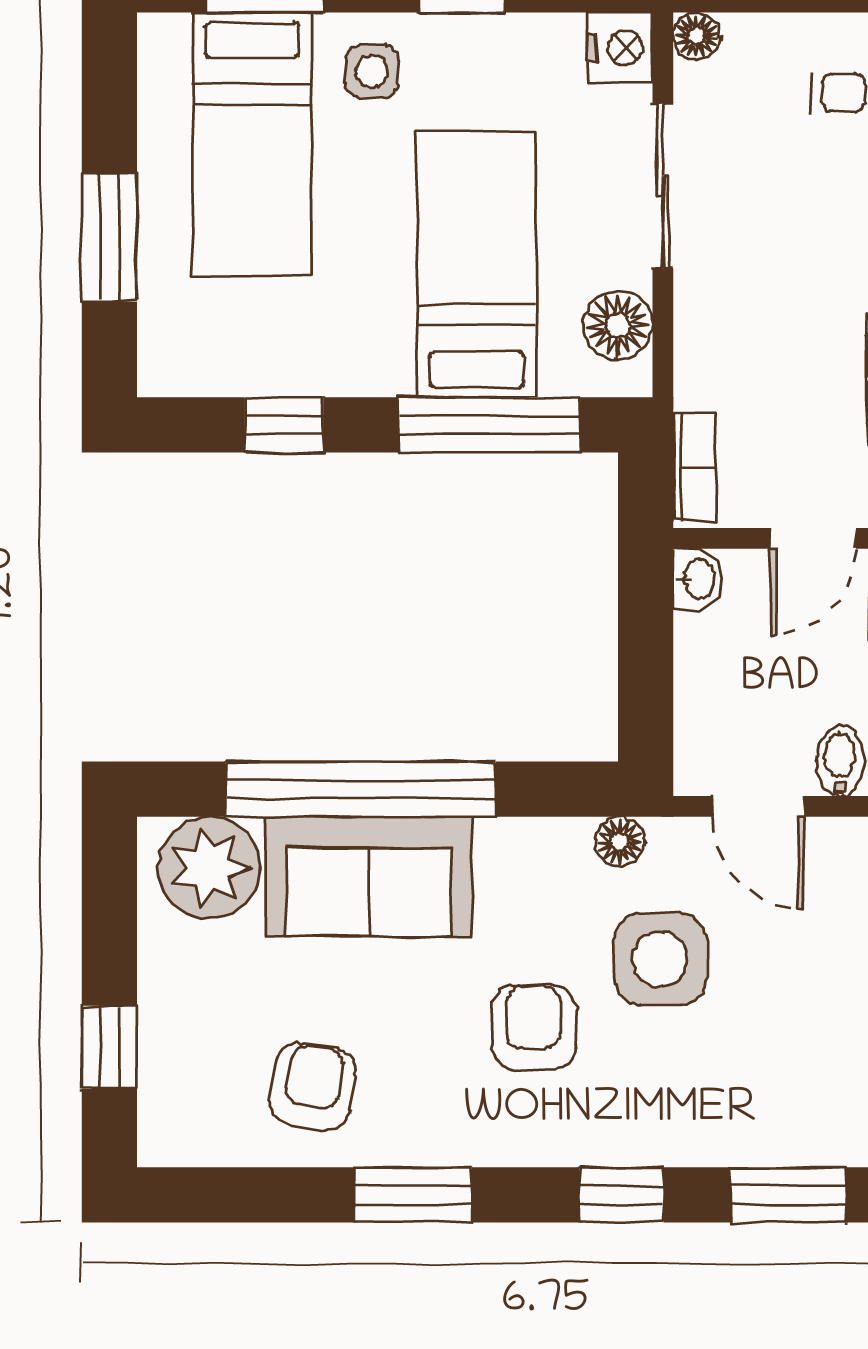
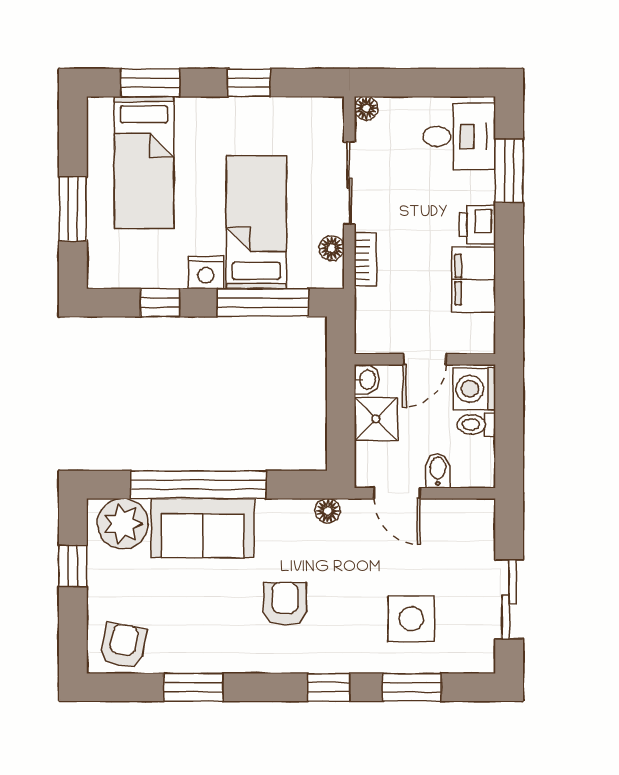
nightstand: (620, 48) -> (206, 273), moved, turned 90
side table: (372, 71) -> (204, 126), removed
floor lamp: (618, 325) -> (332, 248), width x0.73, depth x0.73
bookcase: (695, 467) -> (365, 260), moved
shower: (716, 658) -> (376, 419), added
side table: (660, 959) -> (411, 619), moved
window: (109, 1047) -> (73, 566), moved
armchair: (313, 1087) -> (123, 646), moved
window: (413, 1195) -> (193, 687), moved

